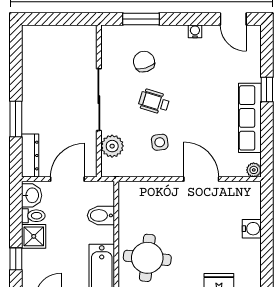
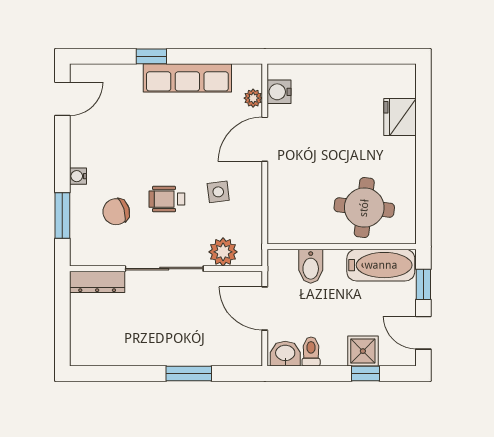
water cooler: (195, 31) -> (78, 176), moved
wheelchair: (154, 102) -> (167, 199), turned 73
dresser: (30, 156) -> (97, 282), moved, turned 180
plant: (254, 170) -> (253, 98), moved
water cooler: (252, 229) -> (279, 92), moved, turned -90
shower: (34, 236) -> (363, 351), moved

